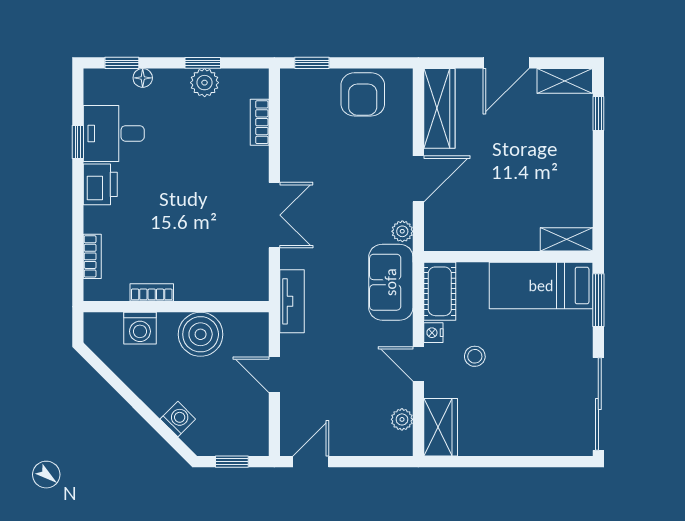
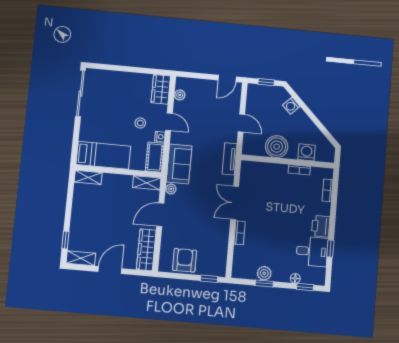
bookcase: (260, 122) -> (240, 233), moved
shelving: (451, 239) -> (147, 183), added
window: (598, 300) -> (75, 145), removed

